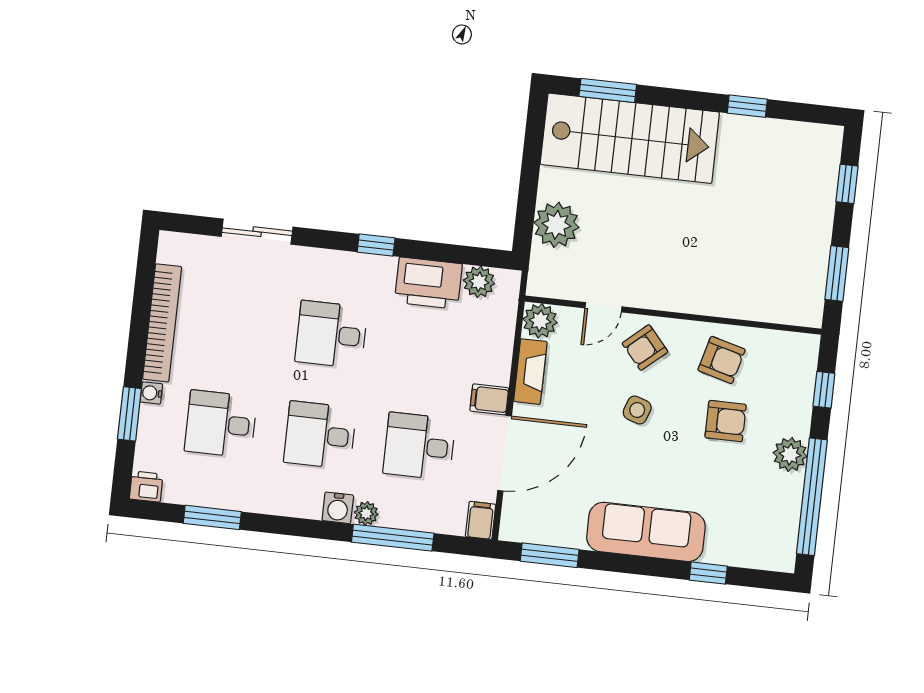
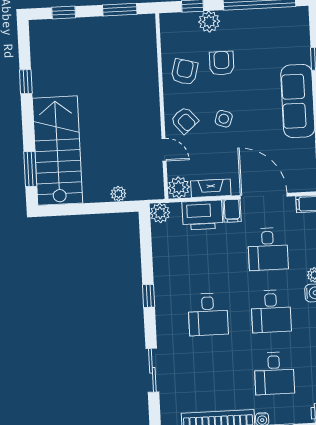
plant: (556, 225) -> (118, 194), width x0.53, depth x0.53
plant: (479, 282) -> (160, 213), moved
printer: (428, 283) -> (202, 215), moved, turned 90
plant: (790, 454) -> (209, 22), moved

